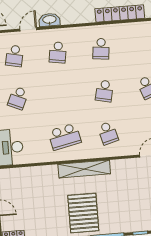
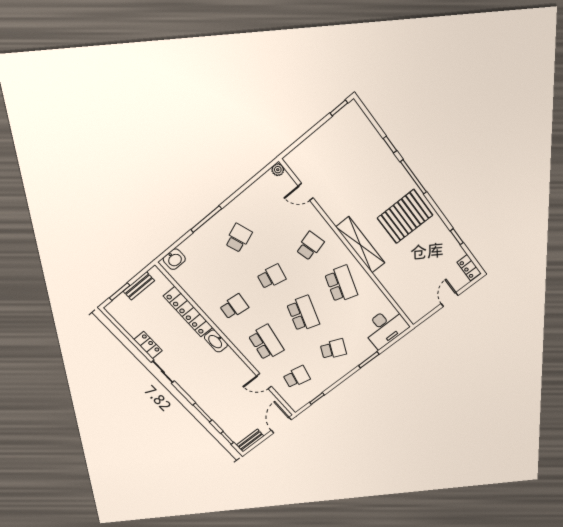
washbasin: (49, 20) -> (216, 341), moved
school desk: (58, 52) -> (266, 343), width x1.85
school desk: (61, 95) -> (303, 314), added
school desk: (65, 137) -> (341, 284), turned 30

